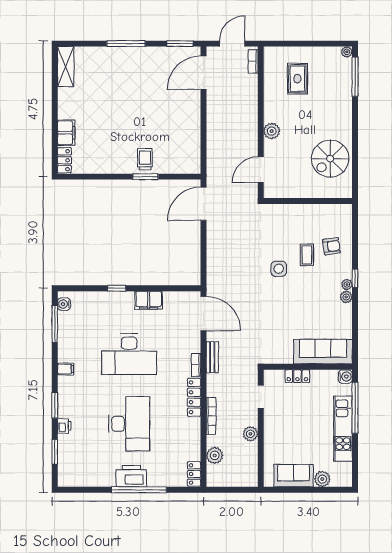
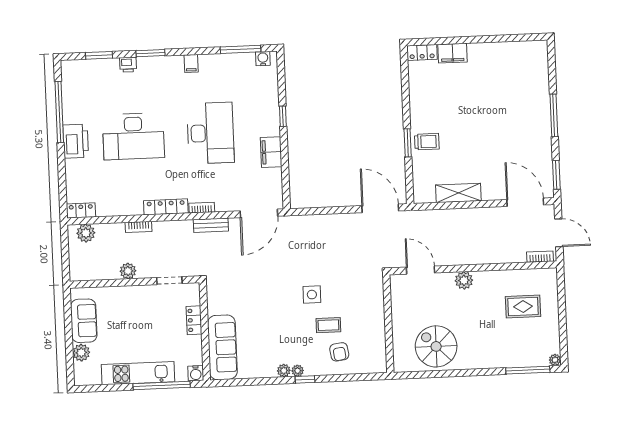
shelving: (66, 67) -> (458, 193), moved
desk: (129, 354) -> (210, 133), turned 180
bookcase: (211, 416) -> (139, 227), width x0.64
plant: (215, 455) -> (86, 233), moved
window: (139, 490) -> (59, 112), moved

